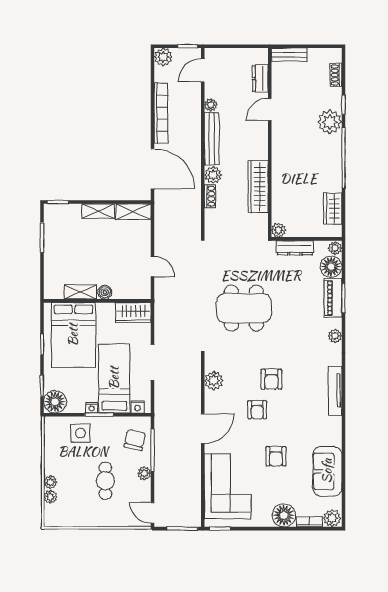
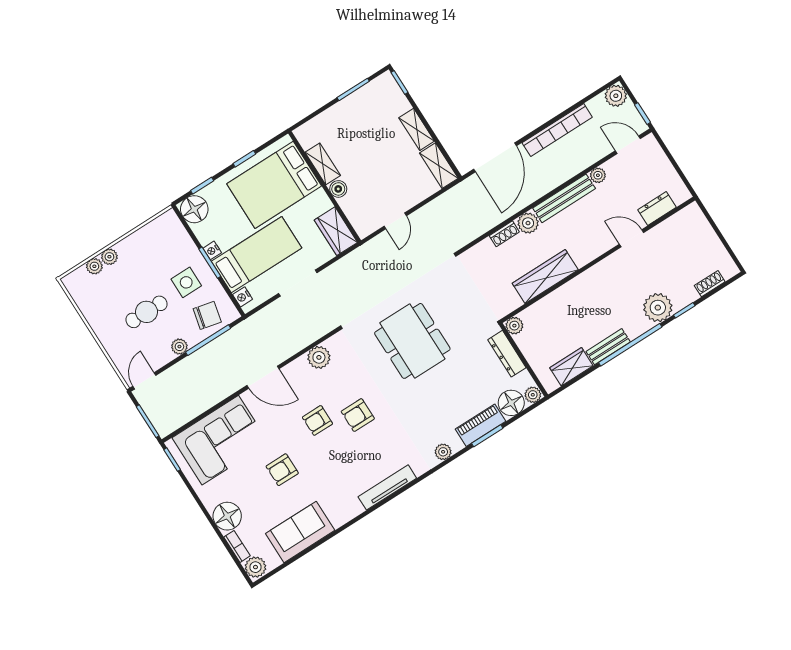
bench: (289, 55) -> (608, 347), moved, turned 90
side table: (80, 433) -> (186, 282), moved

